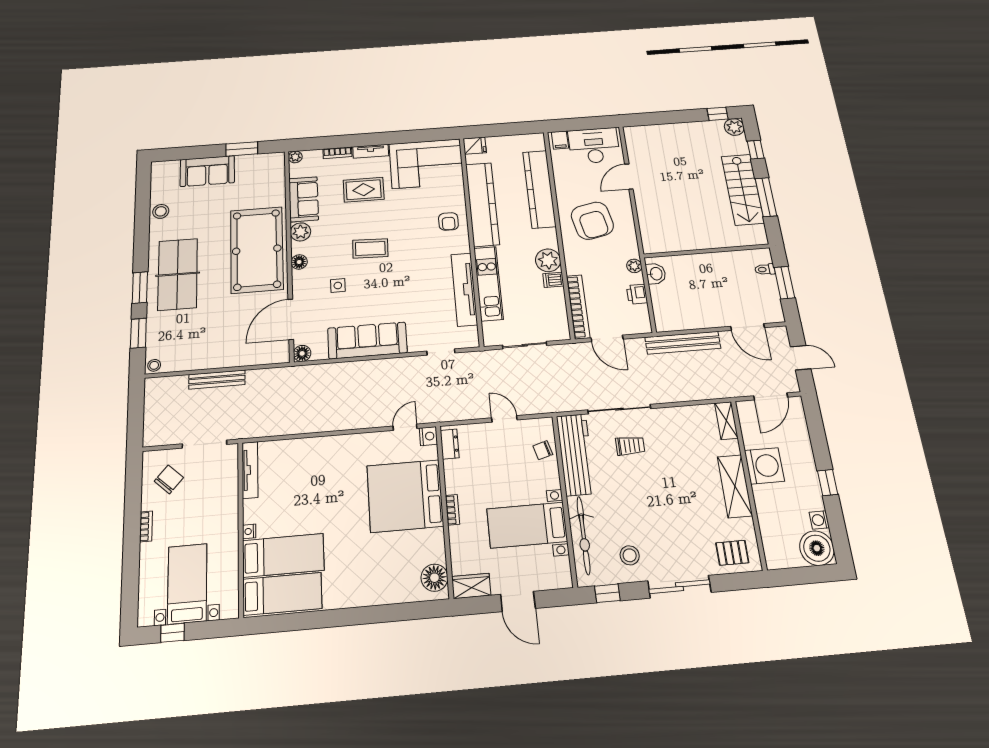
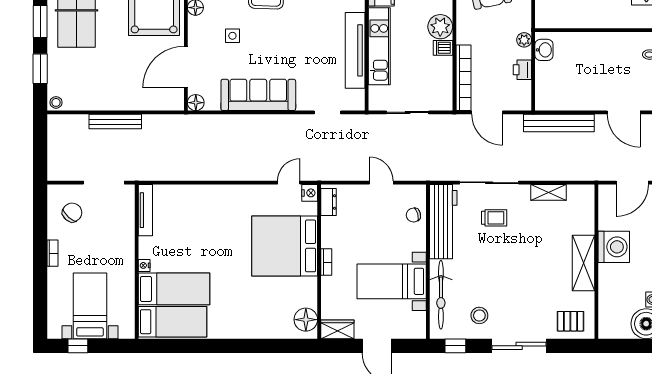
shelving: (726, 421) -> (548, 192), moved, turned 90

